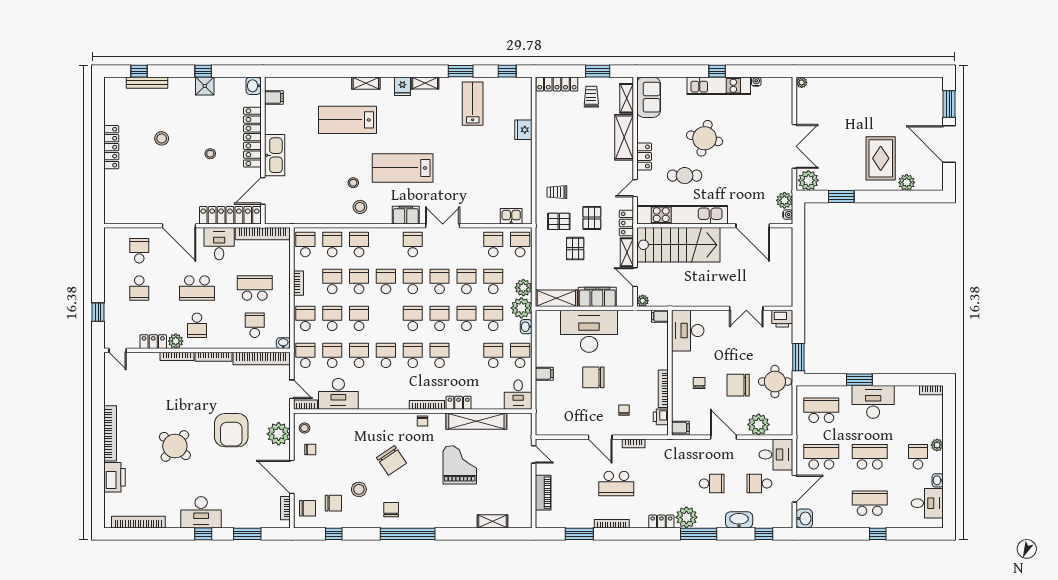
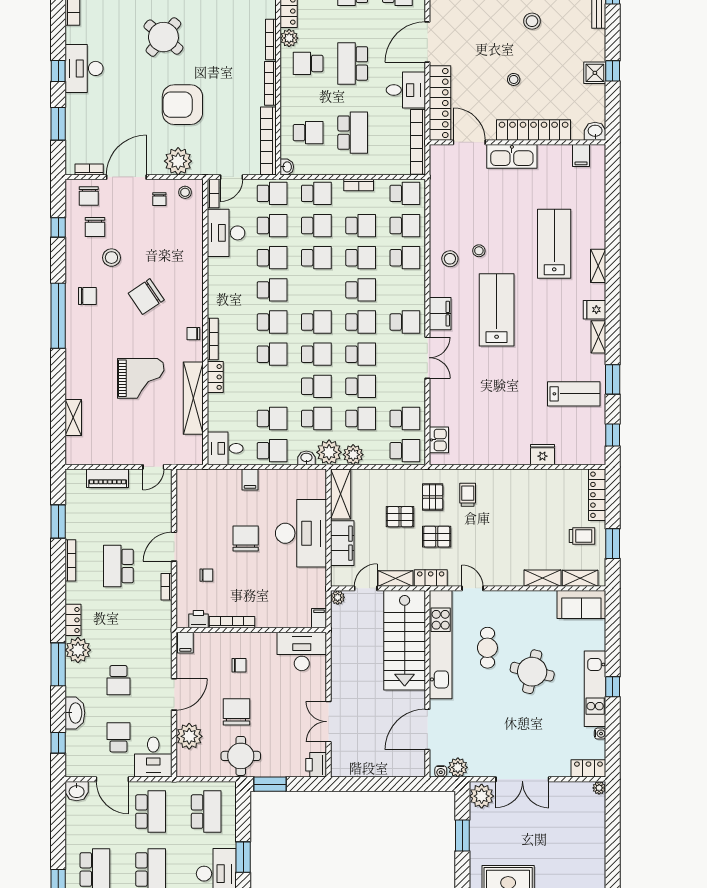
shelving: (624, 137) -> (543, 578), width x0.67, depth x0.75
locker: (644, 156) -> (588, 768), moved, turned 180

